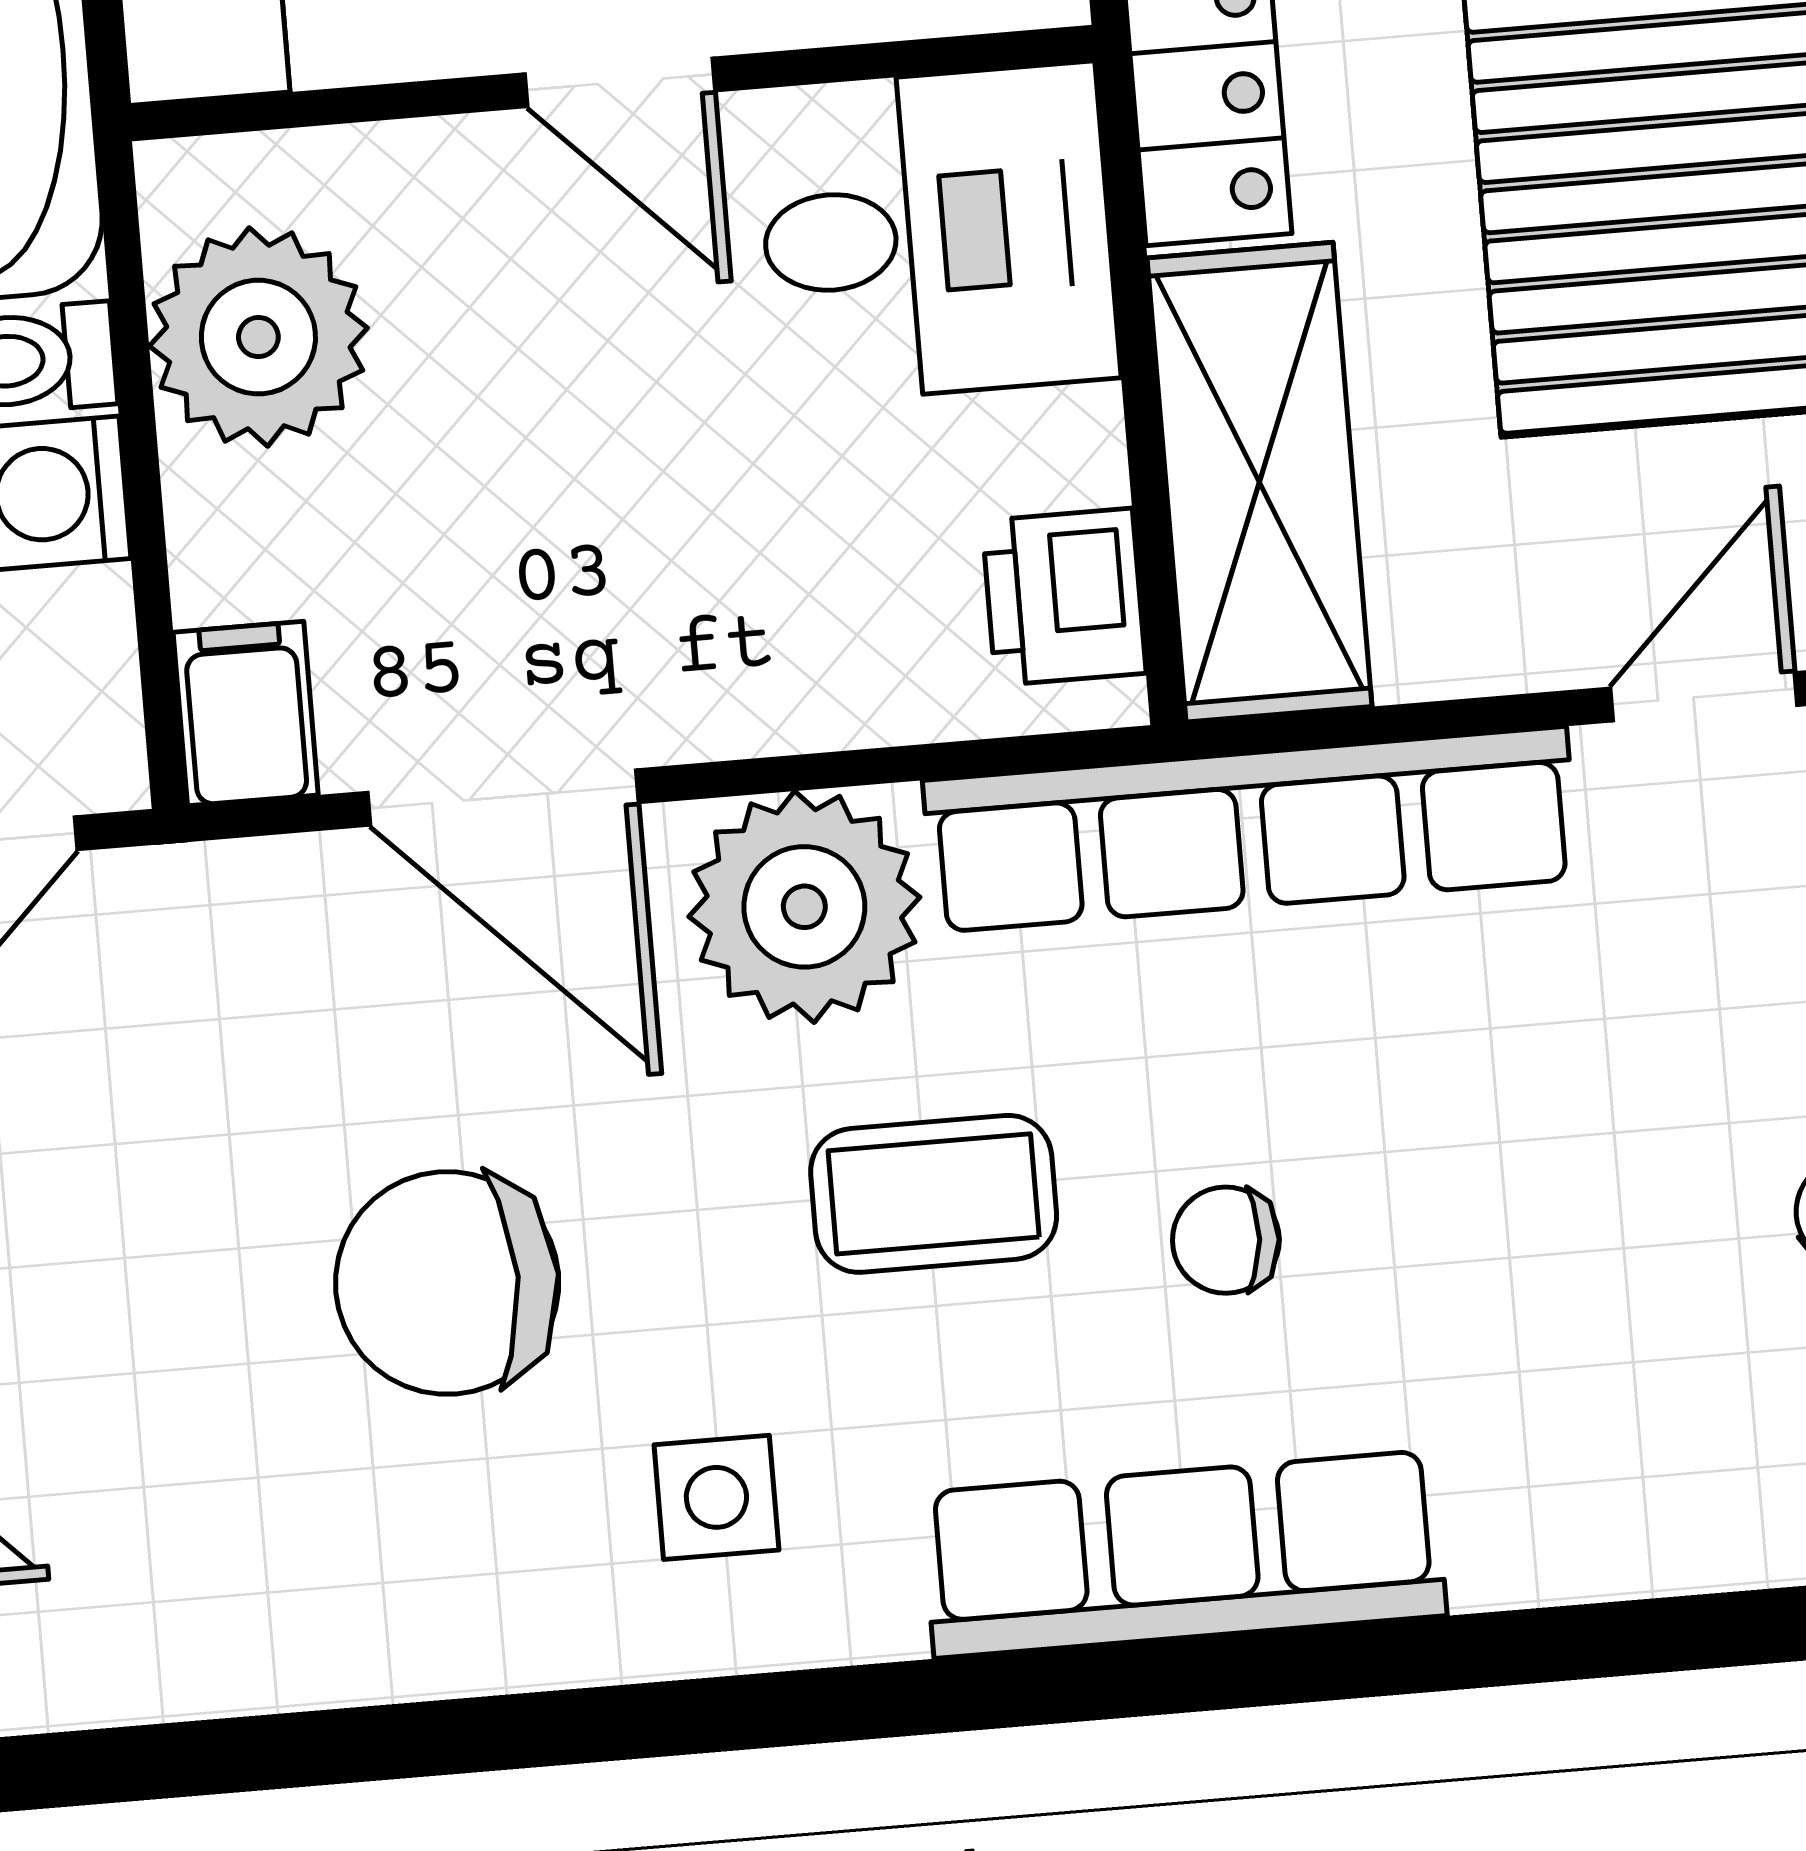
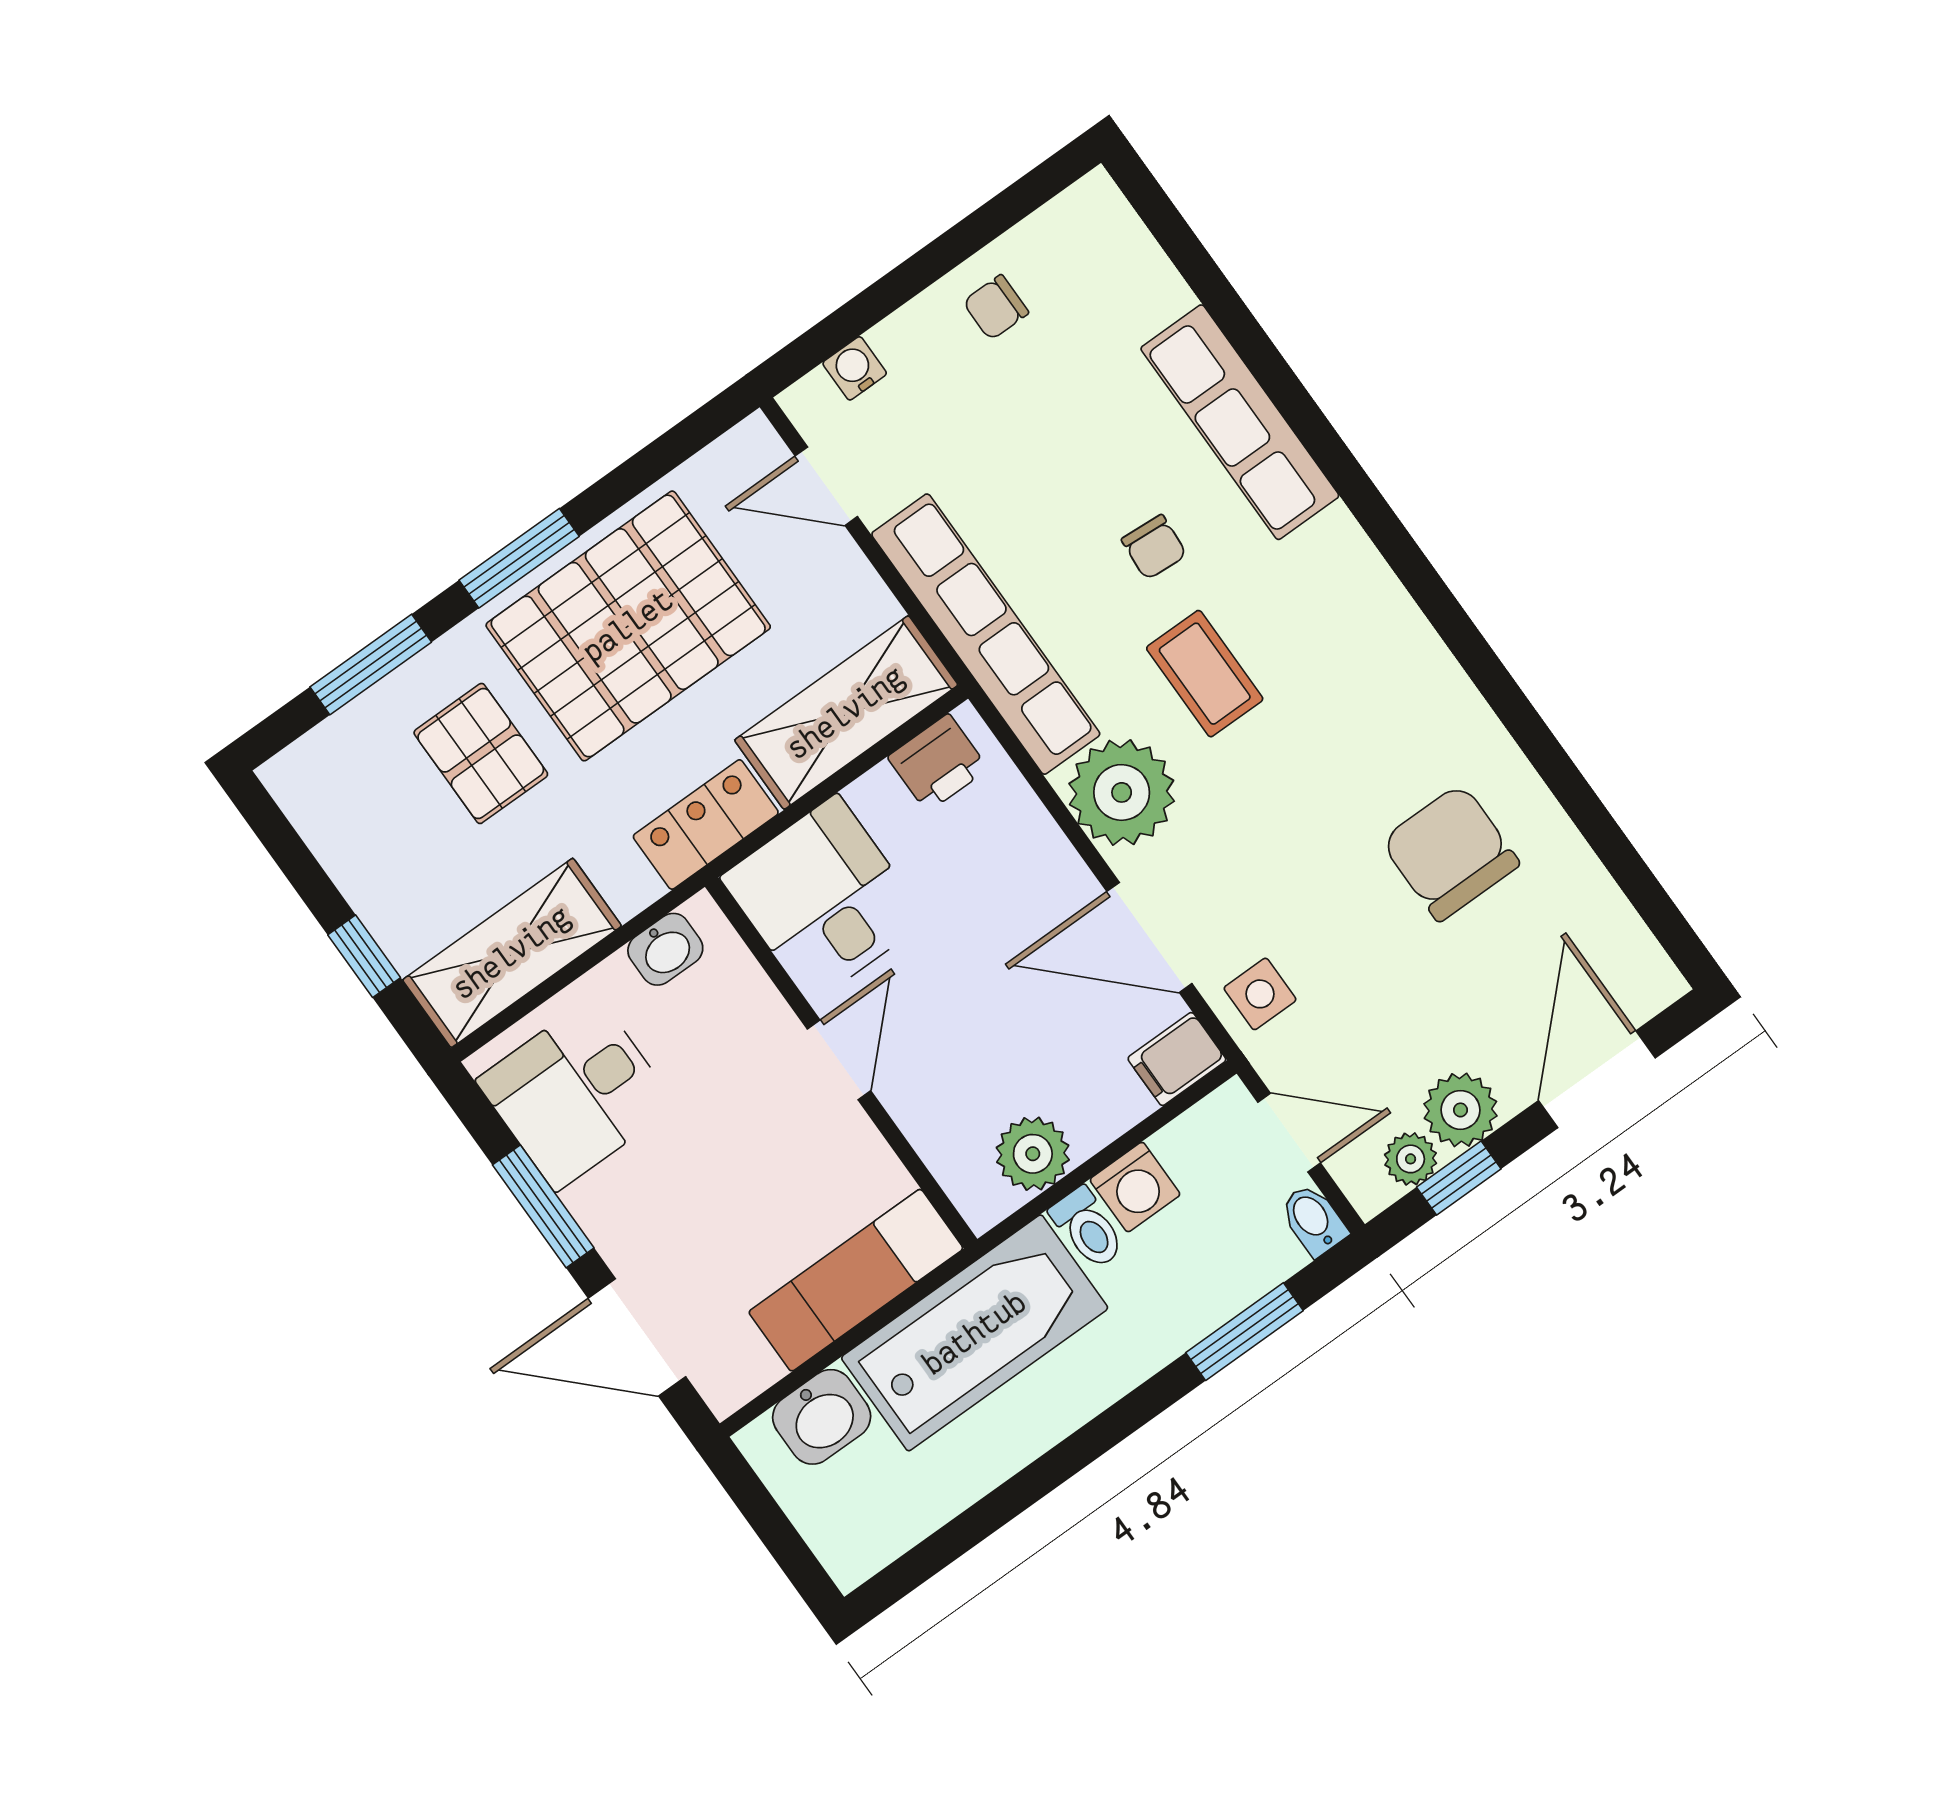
plant: (258, 337) -> (1033, 1154), width x0.73, depth x0.73
door: (503, 798) -> (1149, 937), swing flipped
chair: (447, 1283) -> (1450, 852), moved, turned 180
side table: (716, 1497) -> (1260, 994), moved
row of seats: (1184, 1554) -> (1240, 422), moved

